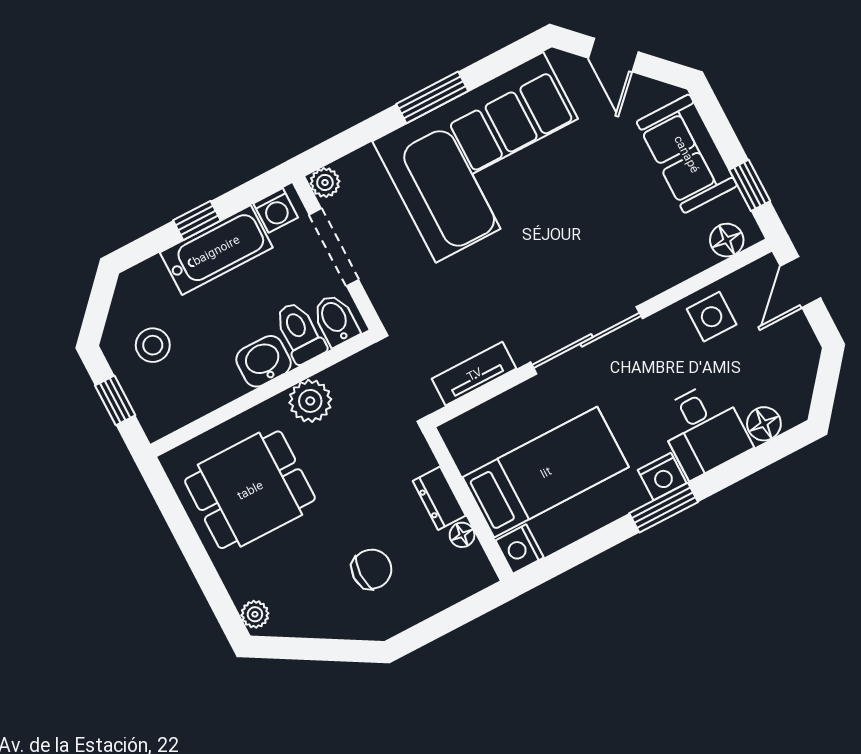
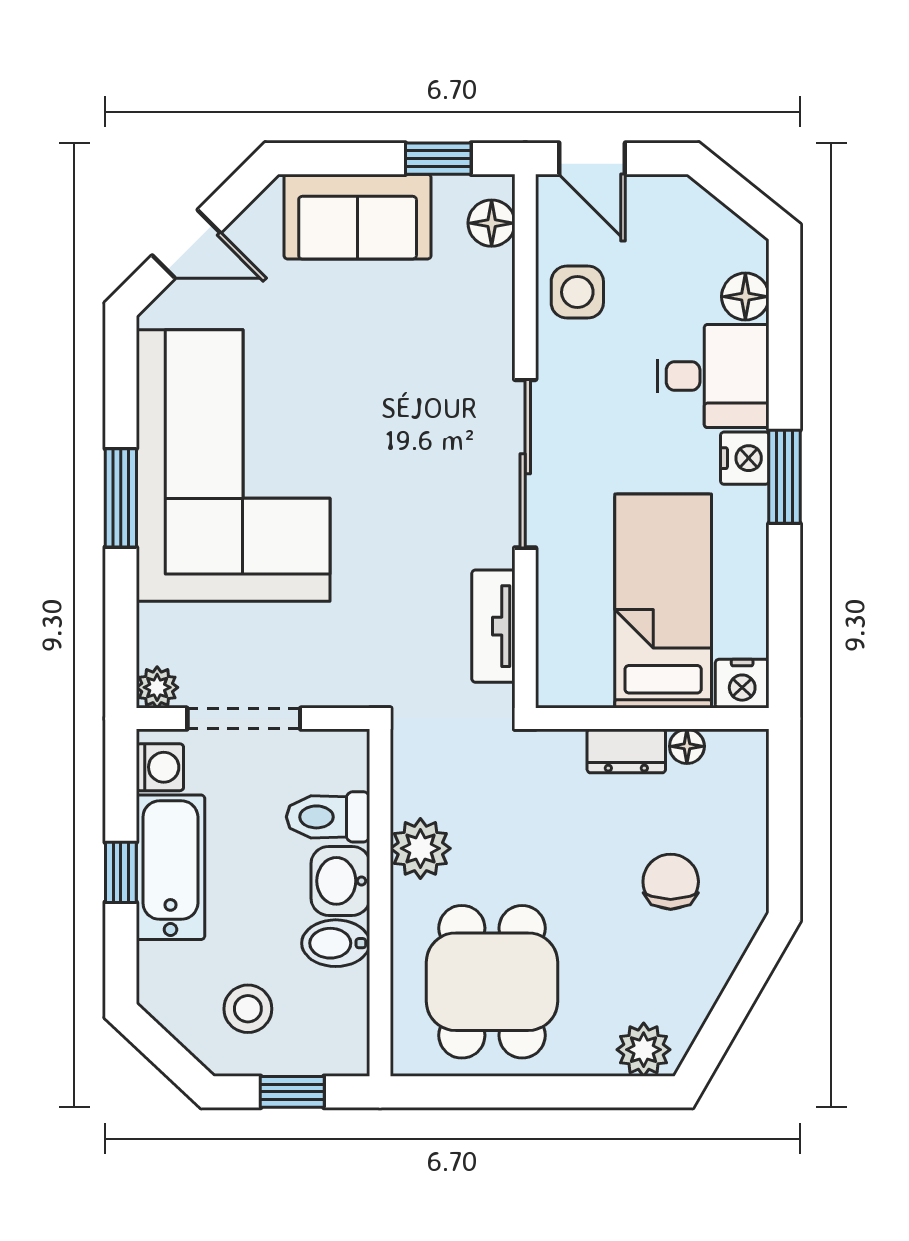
bidet: (335, 320) -> (336, 943), moved
plant: (255, 614) -> (644, 1050), width x1.38, depth x1.38

